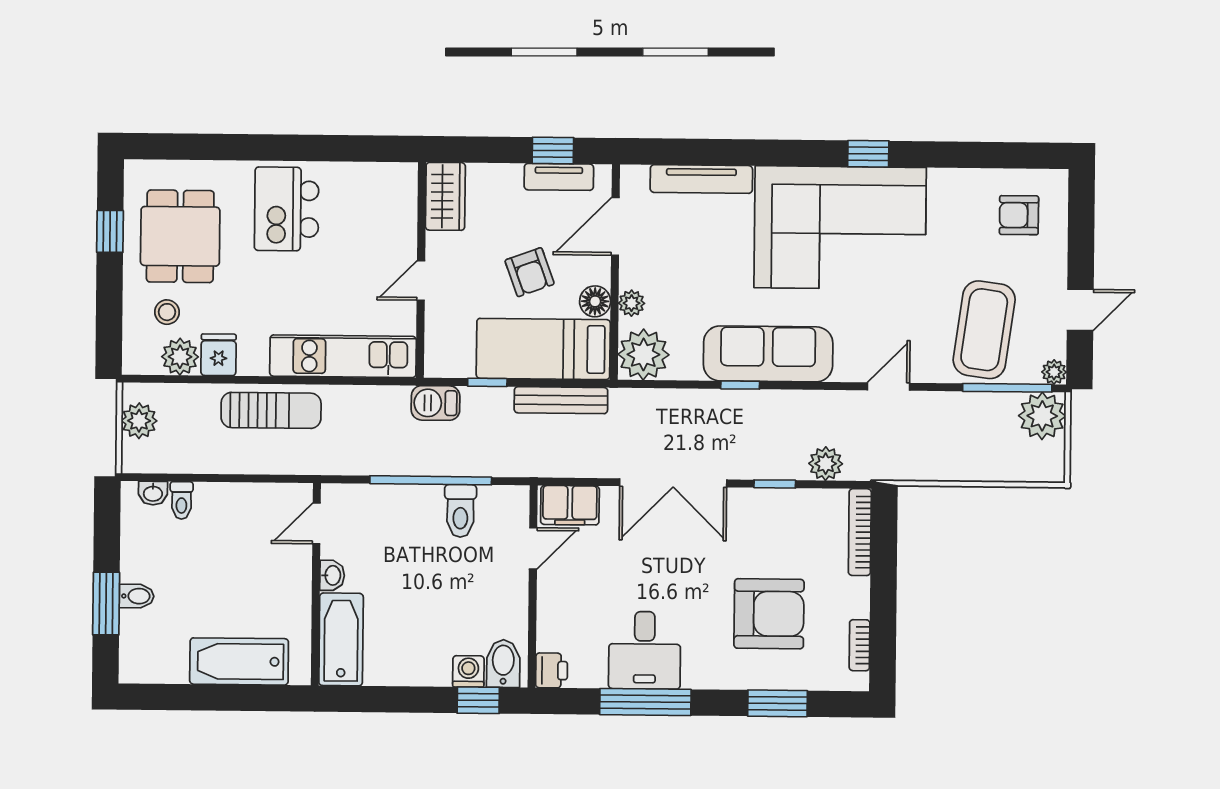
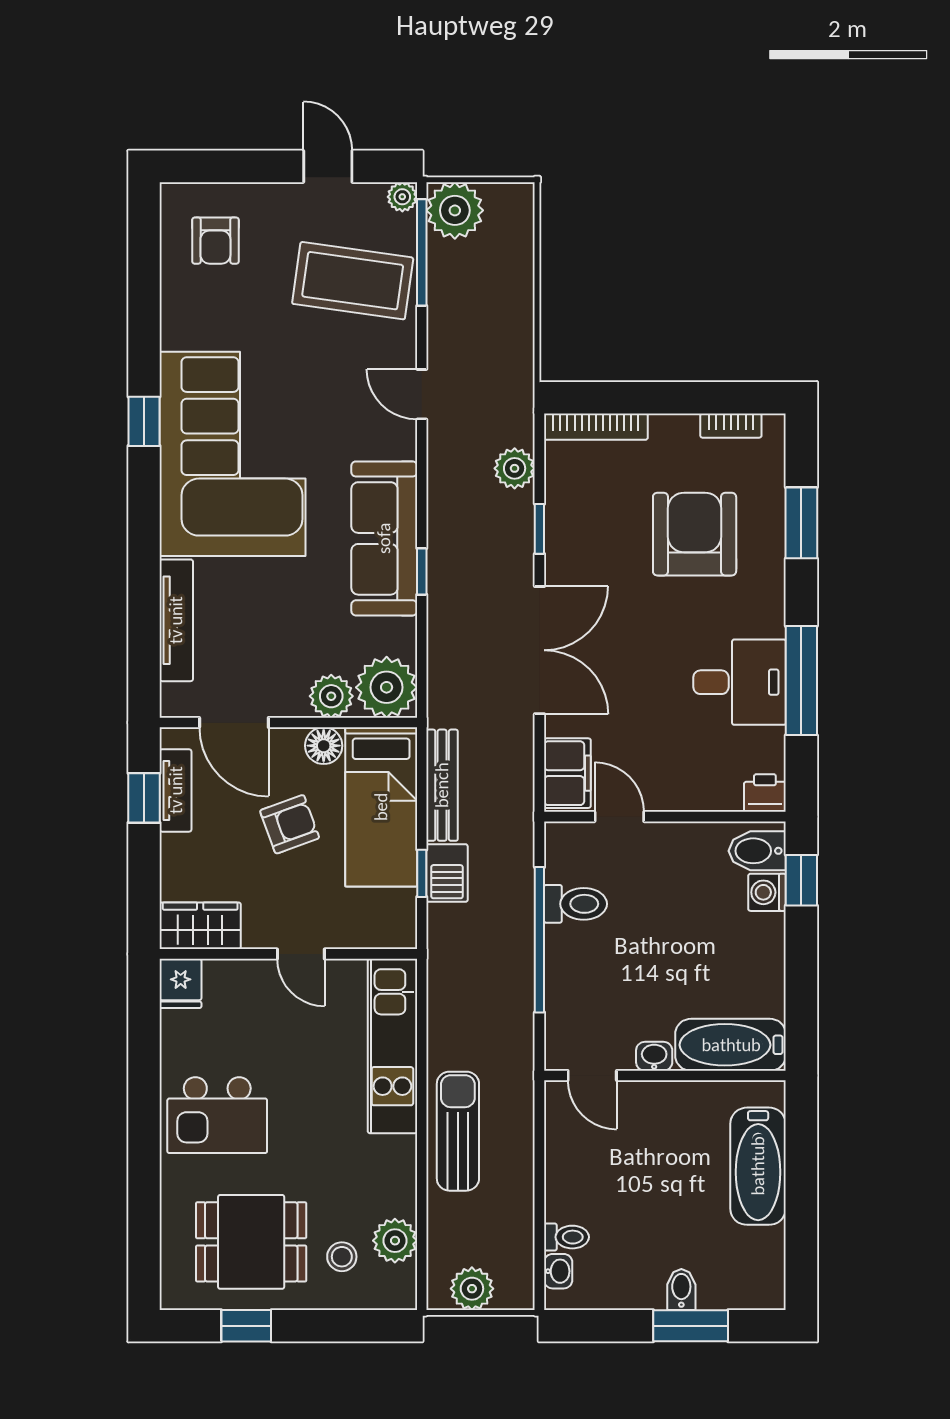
plant: (632, 303) -> (331, 696), width x1.38, depth x1.38
fridge: (219, 355) -> (181, 983), moved, turned -90
barbecue: (436, 403) -> (447, 873), moved

